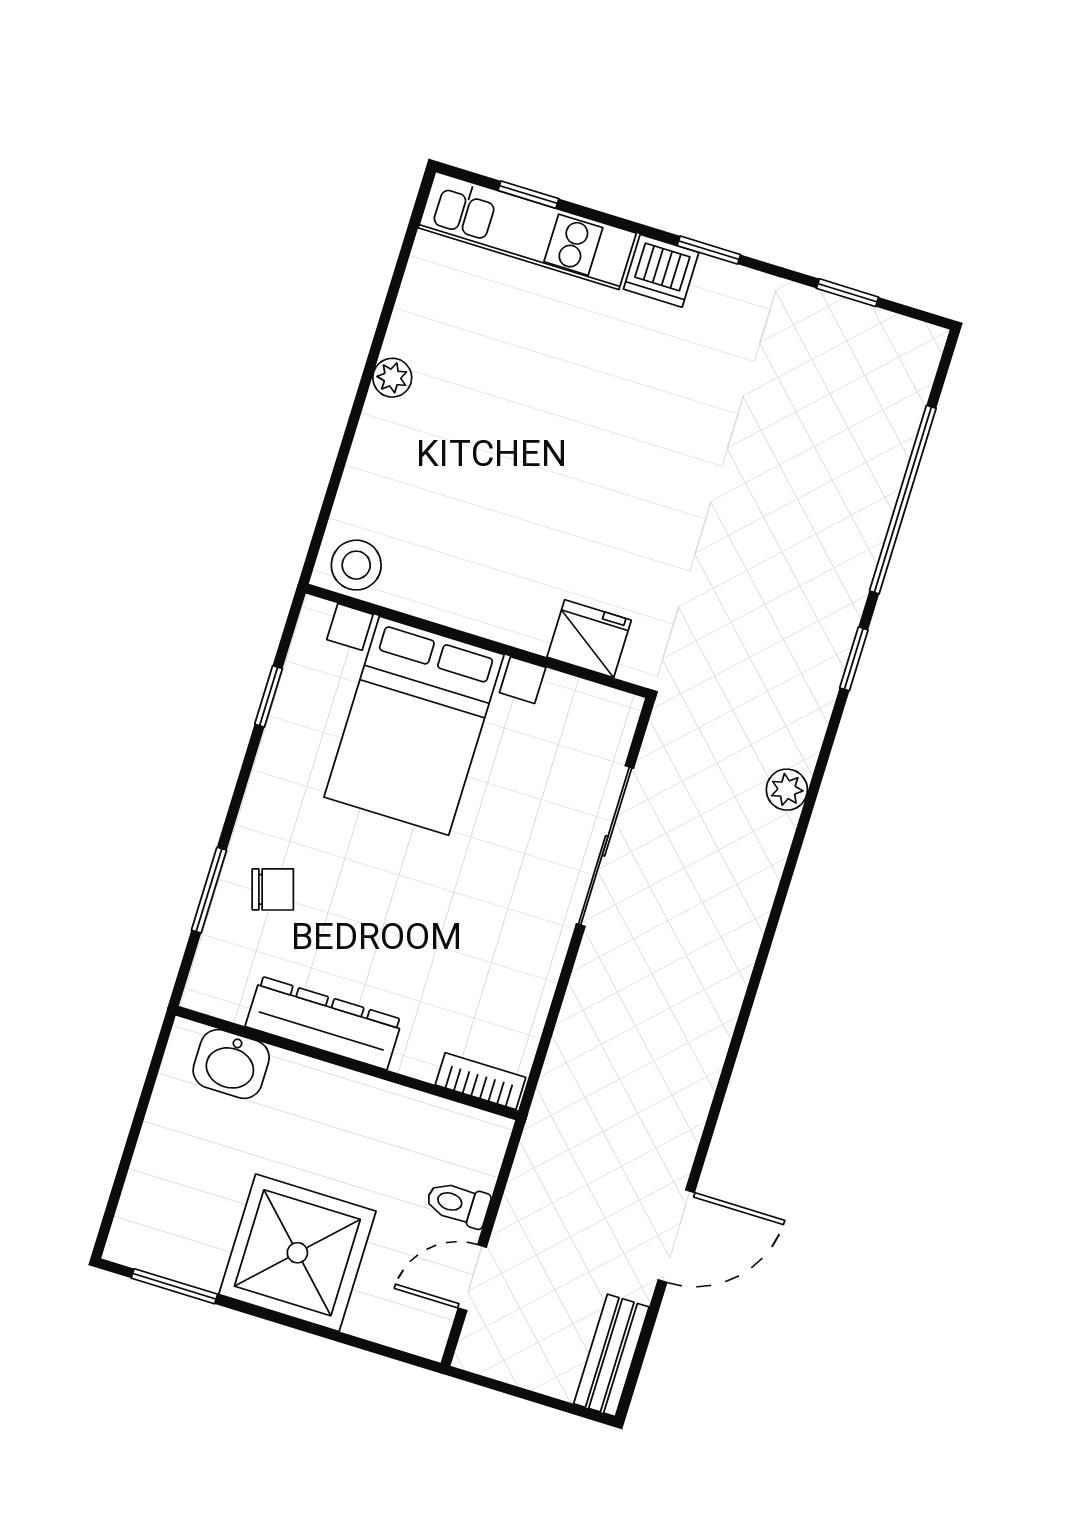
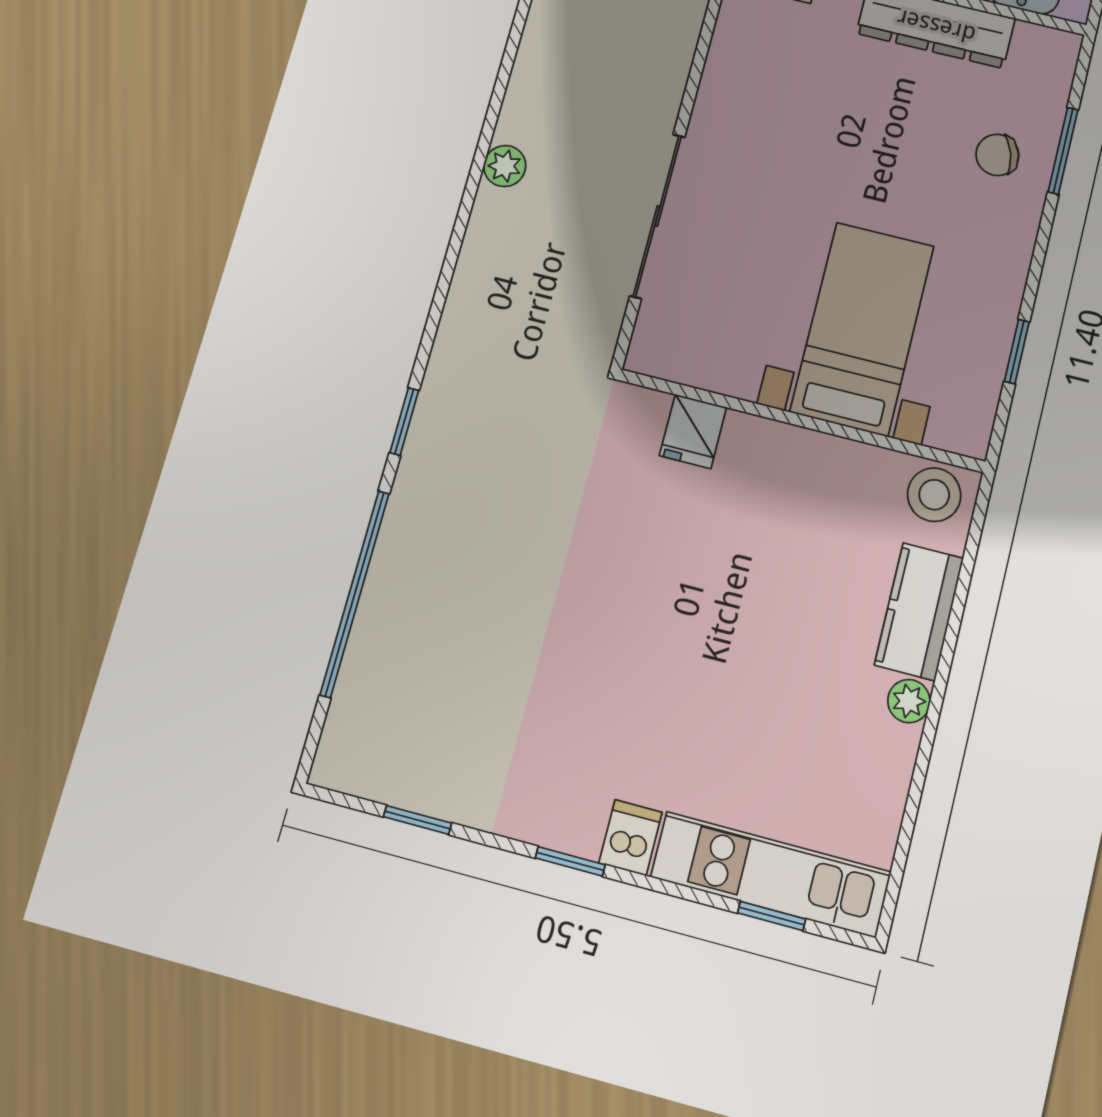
dishwasher: (661, 271) -> (631, 838), width x0.73
kitchen counter: (377, 458) -> (919, 612), added
fridge: (589, 639) -> (693, 431), width x0.72
bed with nightstands: (414, 726) -> (862, 329), width x0.73
plant: (787, 790) -> (505, 166), moved

